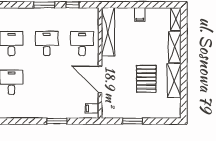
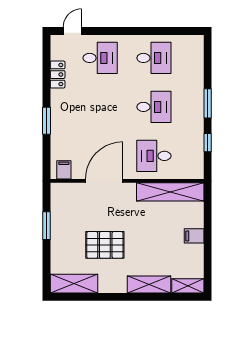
desk: (82, 44) -> (154, 156), turned 180
shelving: (174, 81) -> (74, 284), moved
locker: (23, 113) -> (58, 75), added

